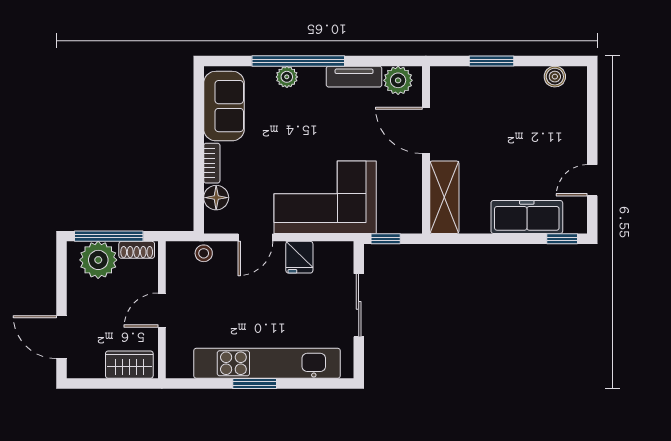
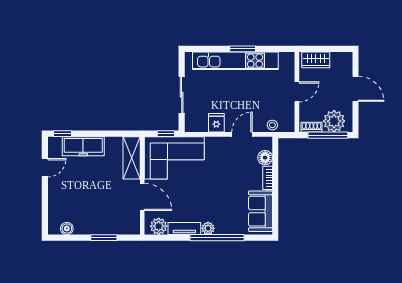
plant: (287, 77) -> (208, 228), moved
corner sofa: (325, 197) -> (174, 158), moved
door: (62, 337) -> (356, 89), moved

